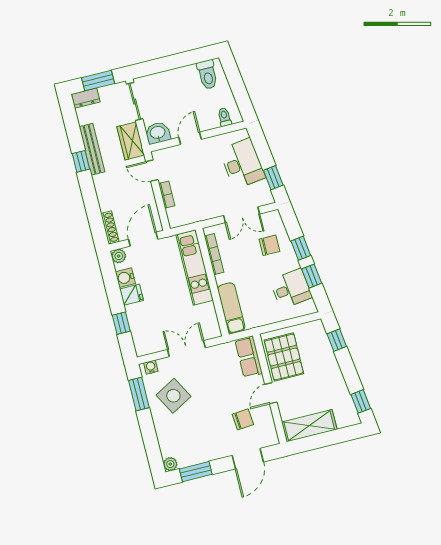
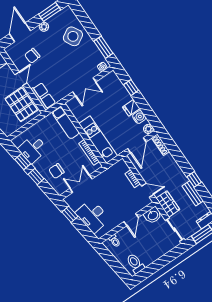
bench: (92, 149) -> (193, 193), width x0.73
side table: (173, 396) -> (73, 36), moved
plant: (170, 464) -> (44, 27), moved

